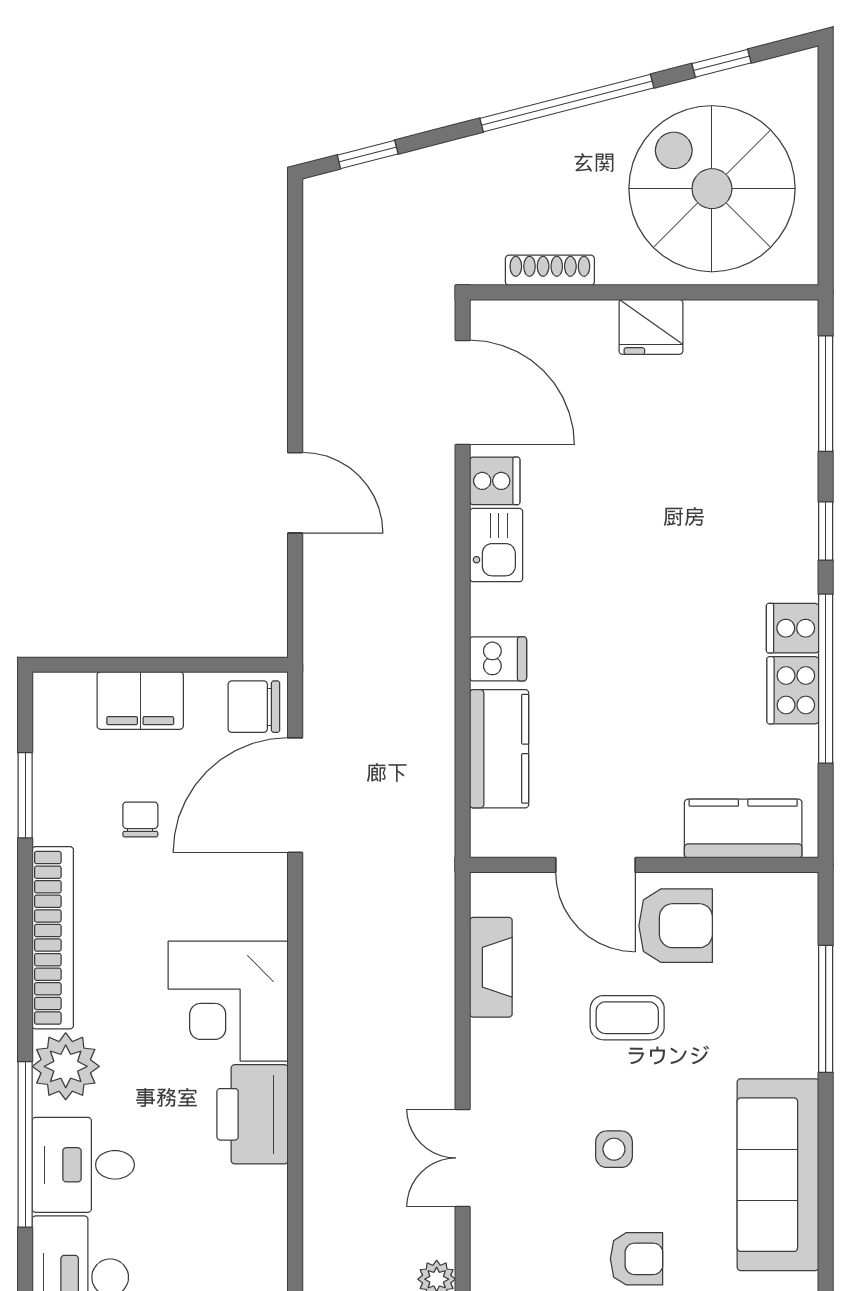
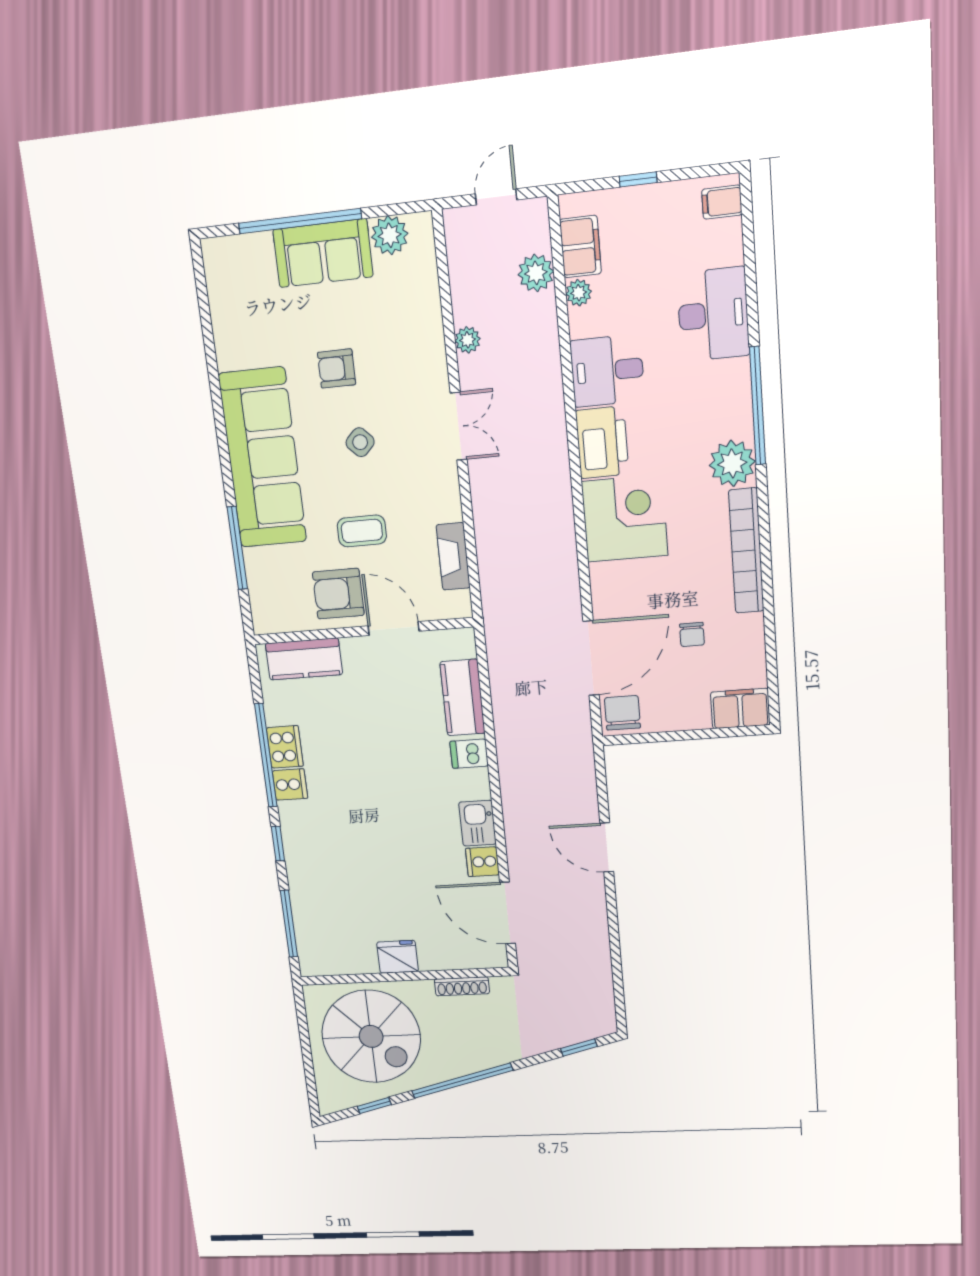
filing cabinet: (140, 701) -> (740, 708), moved
chair: (254, 707) -> (622, 713), turned -90
window: (25, 795) -> (770, 644), removed
side table: (614, 1149) -> (360, 442), turned 45
desk: (83, 1165) -> (607, 371), moved, turned 180
sofa: (778, 1175) -> (263, 458), width x1.36, depth x1.27

